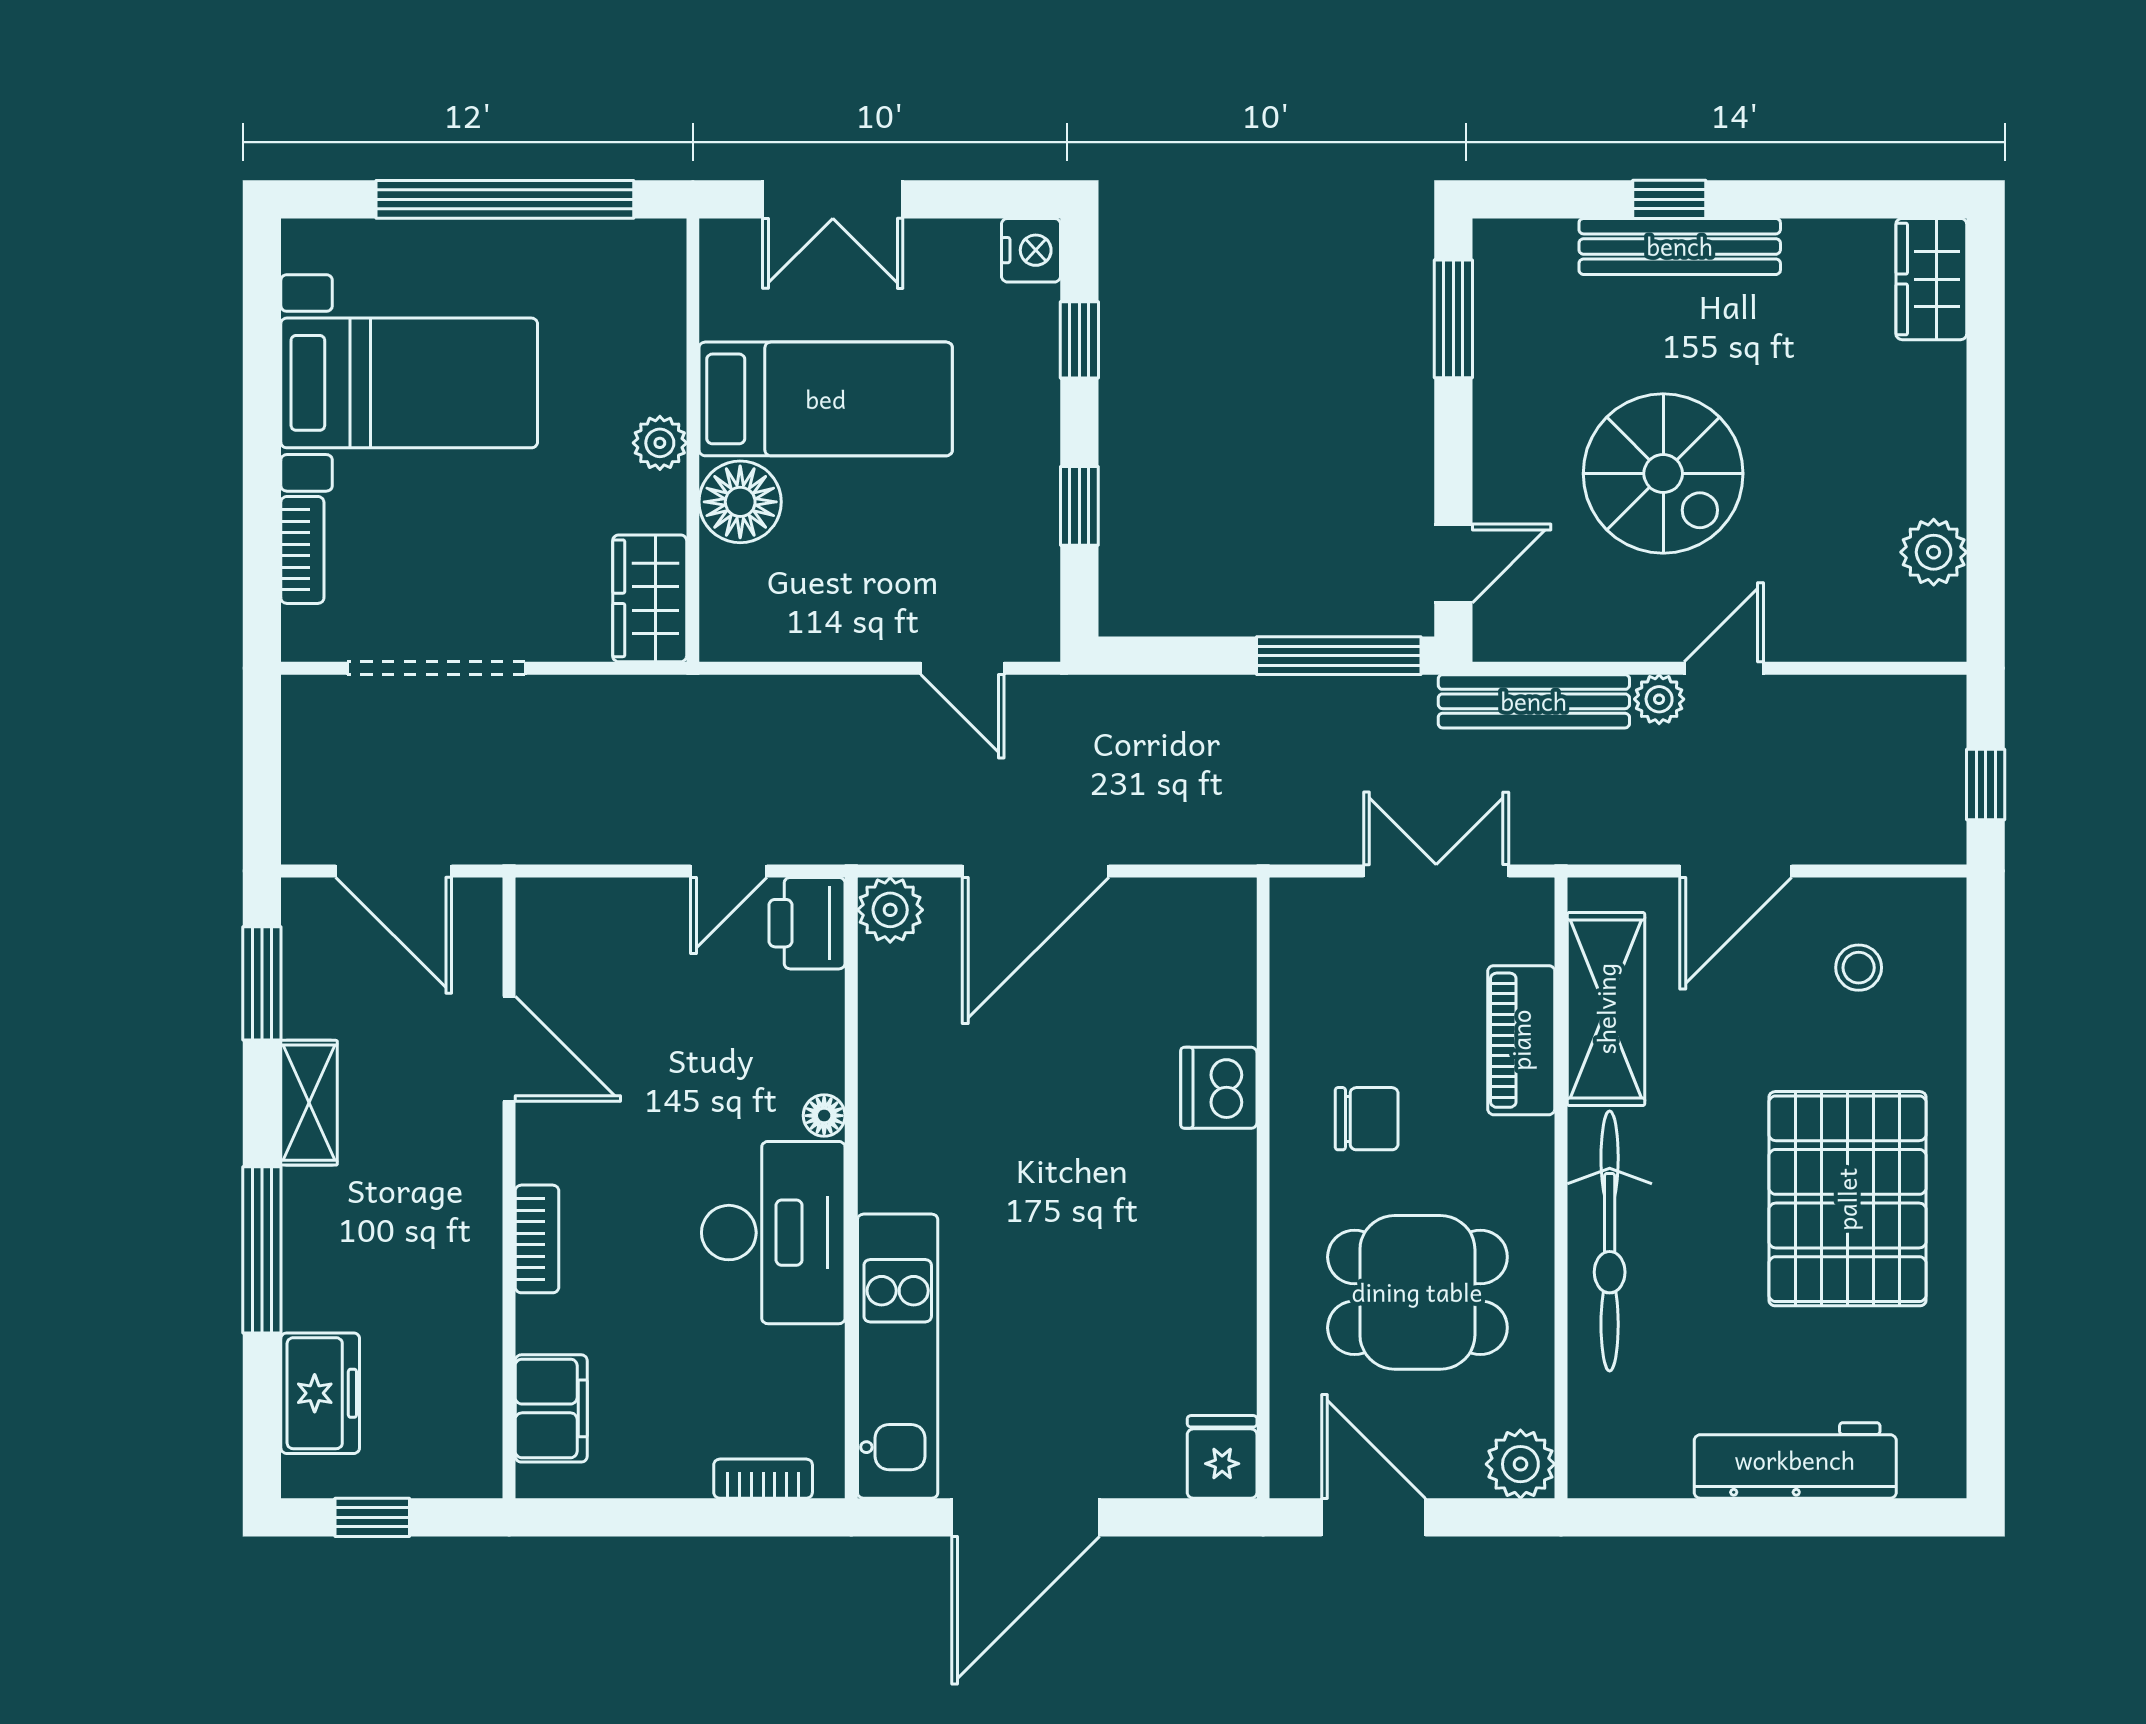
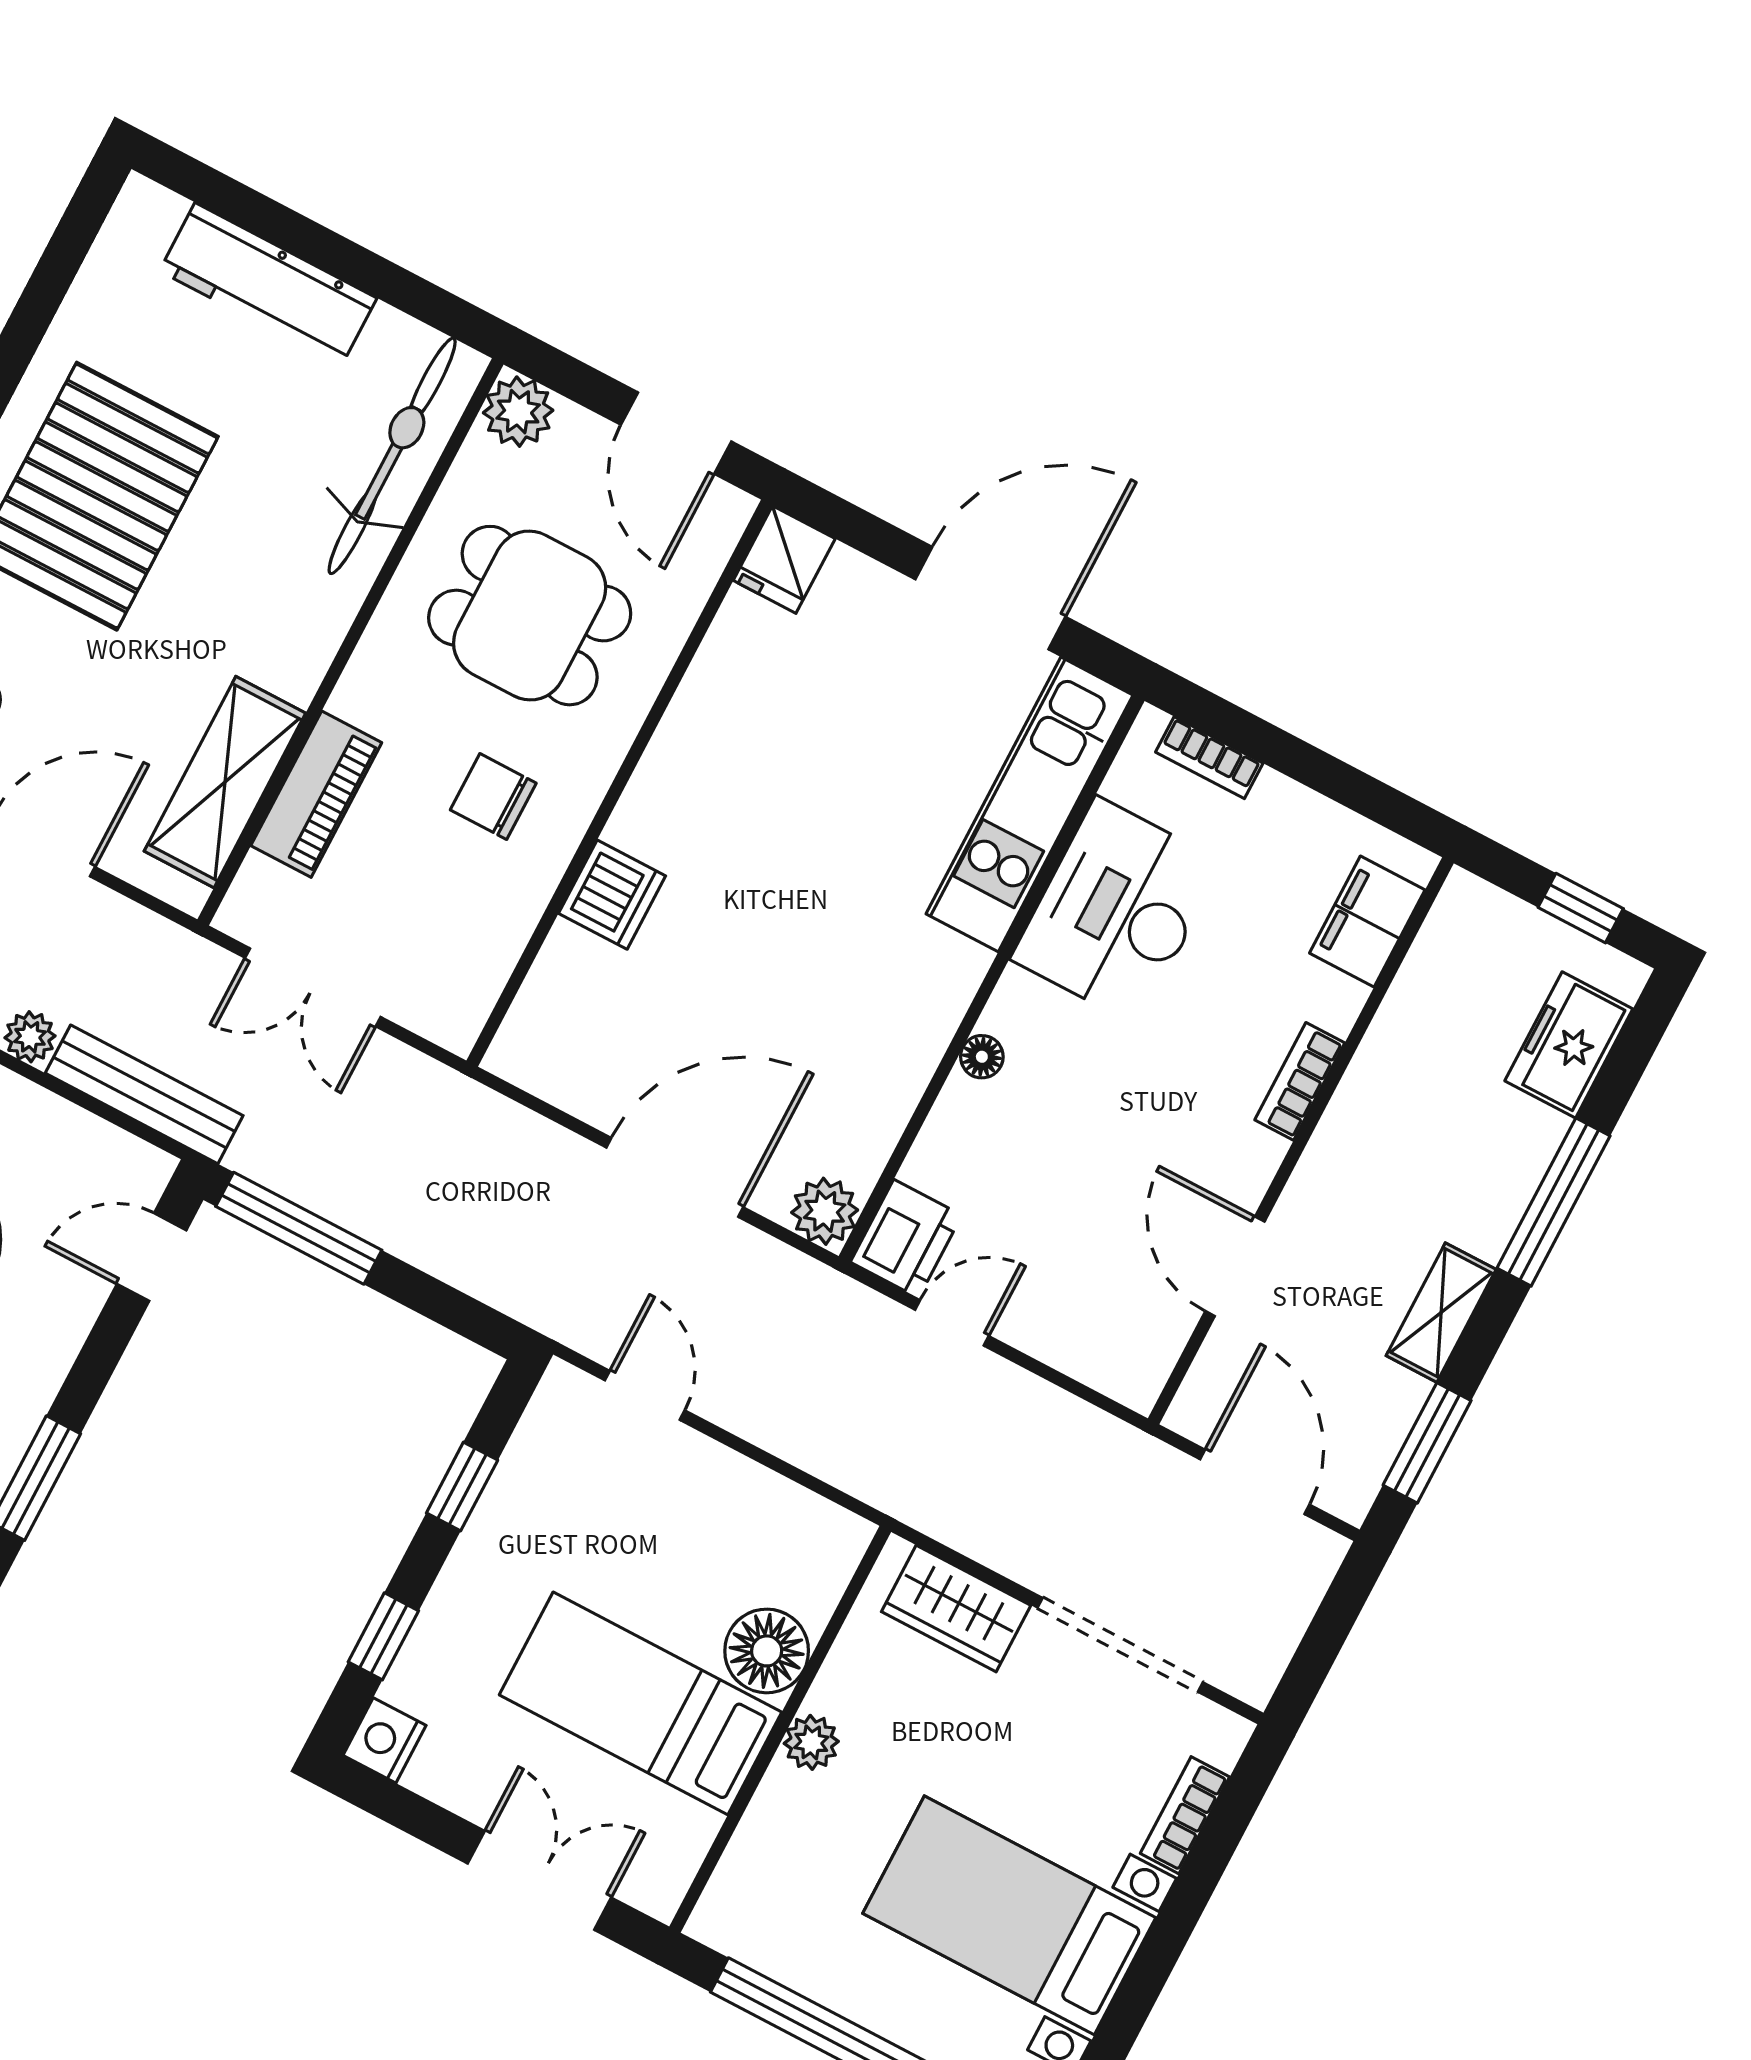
wardrobe: (650, 598) -> (956, 1609), moved, turned 90
desk: (773, 1233) -> (1117, 911), moved
bicycle: (1610, 1241) -> (392, 456), moved

